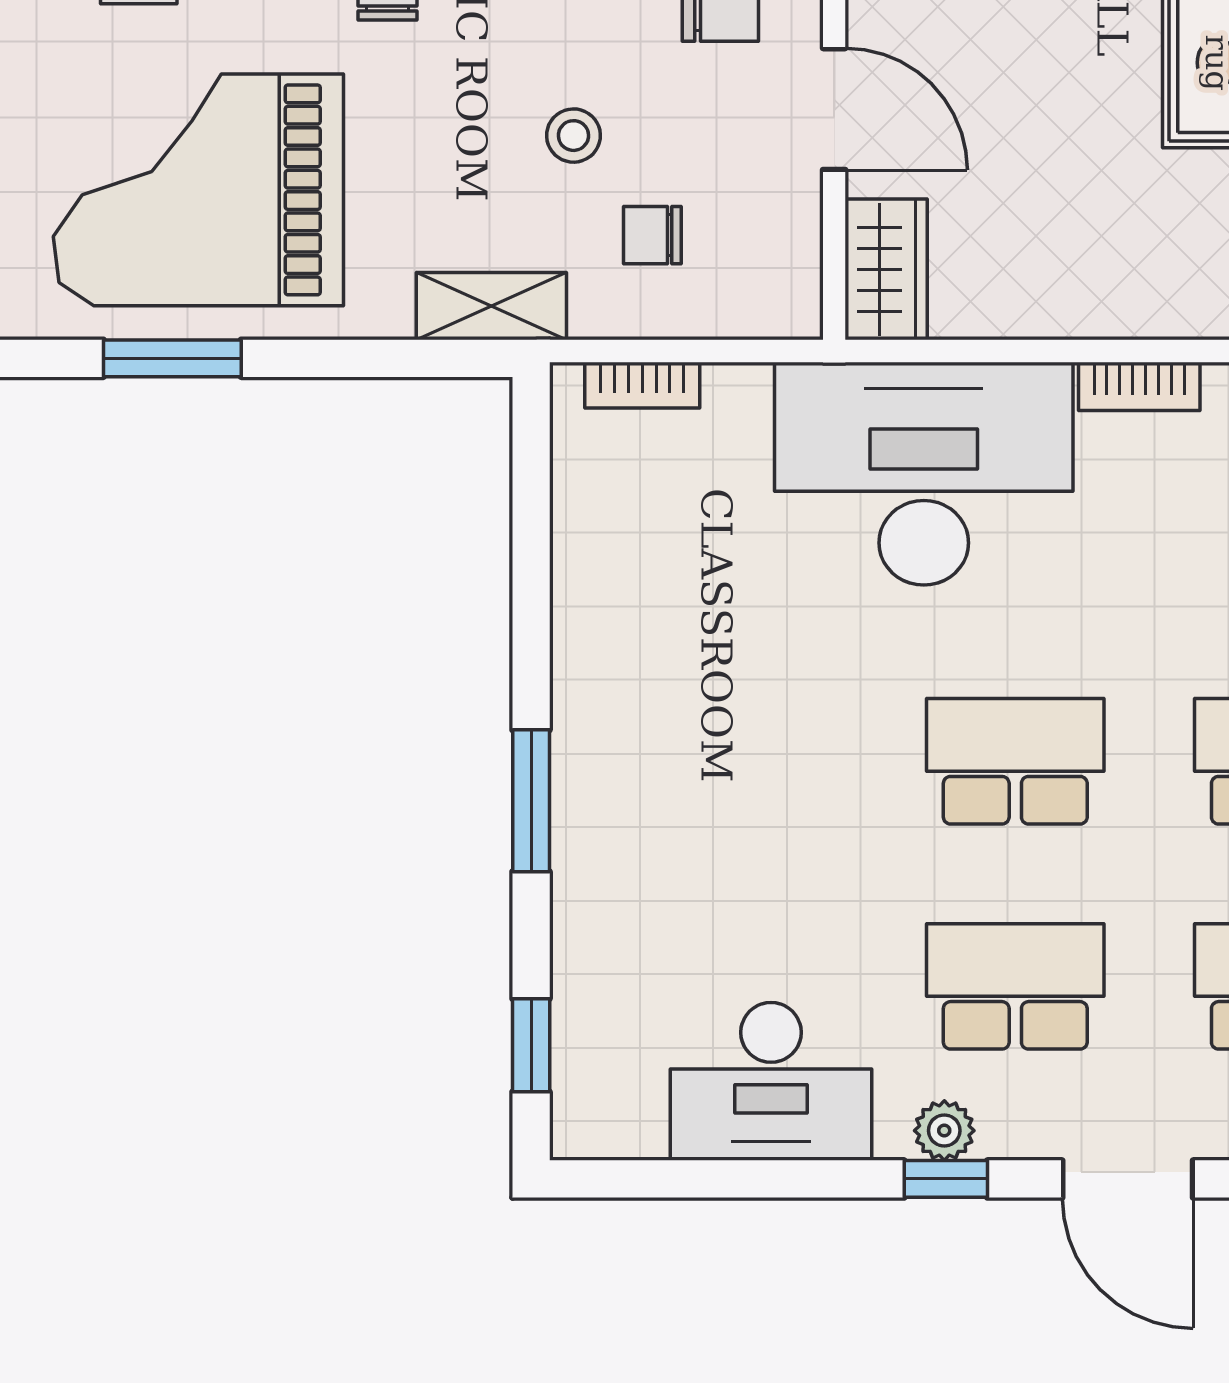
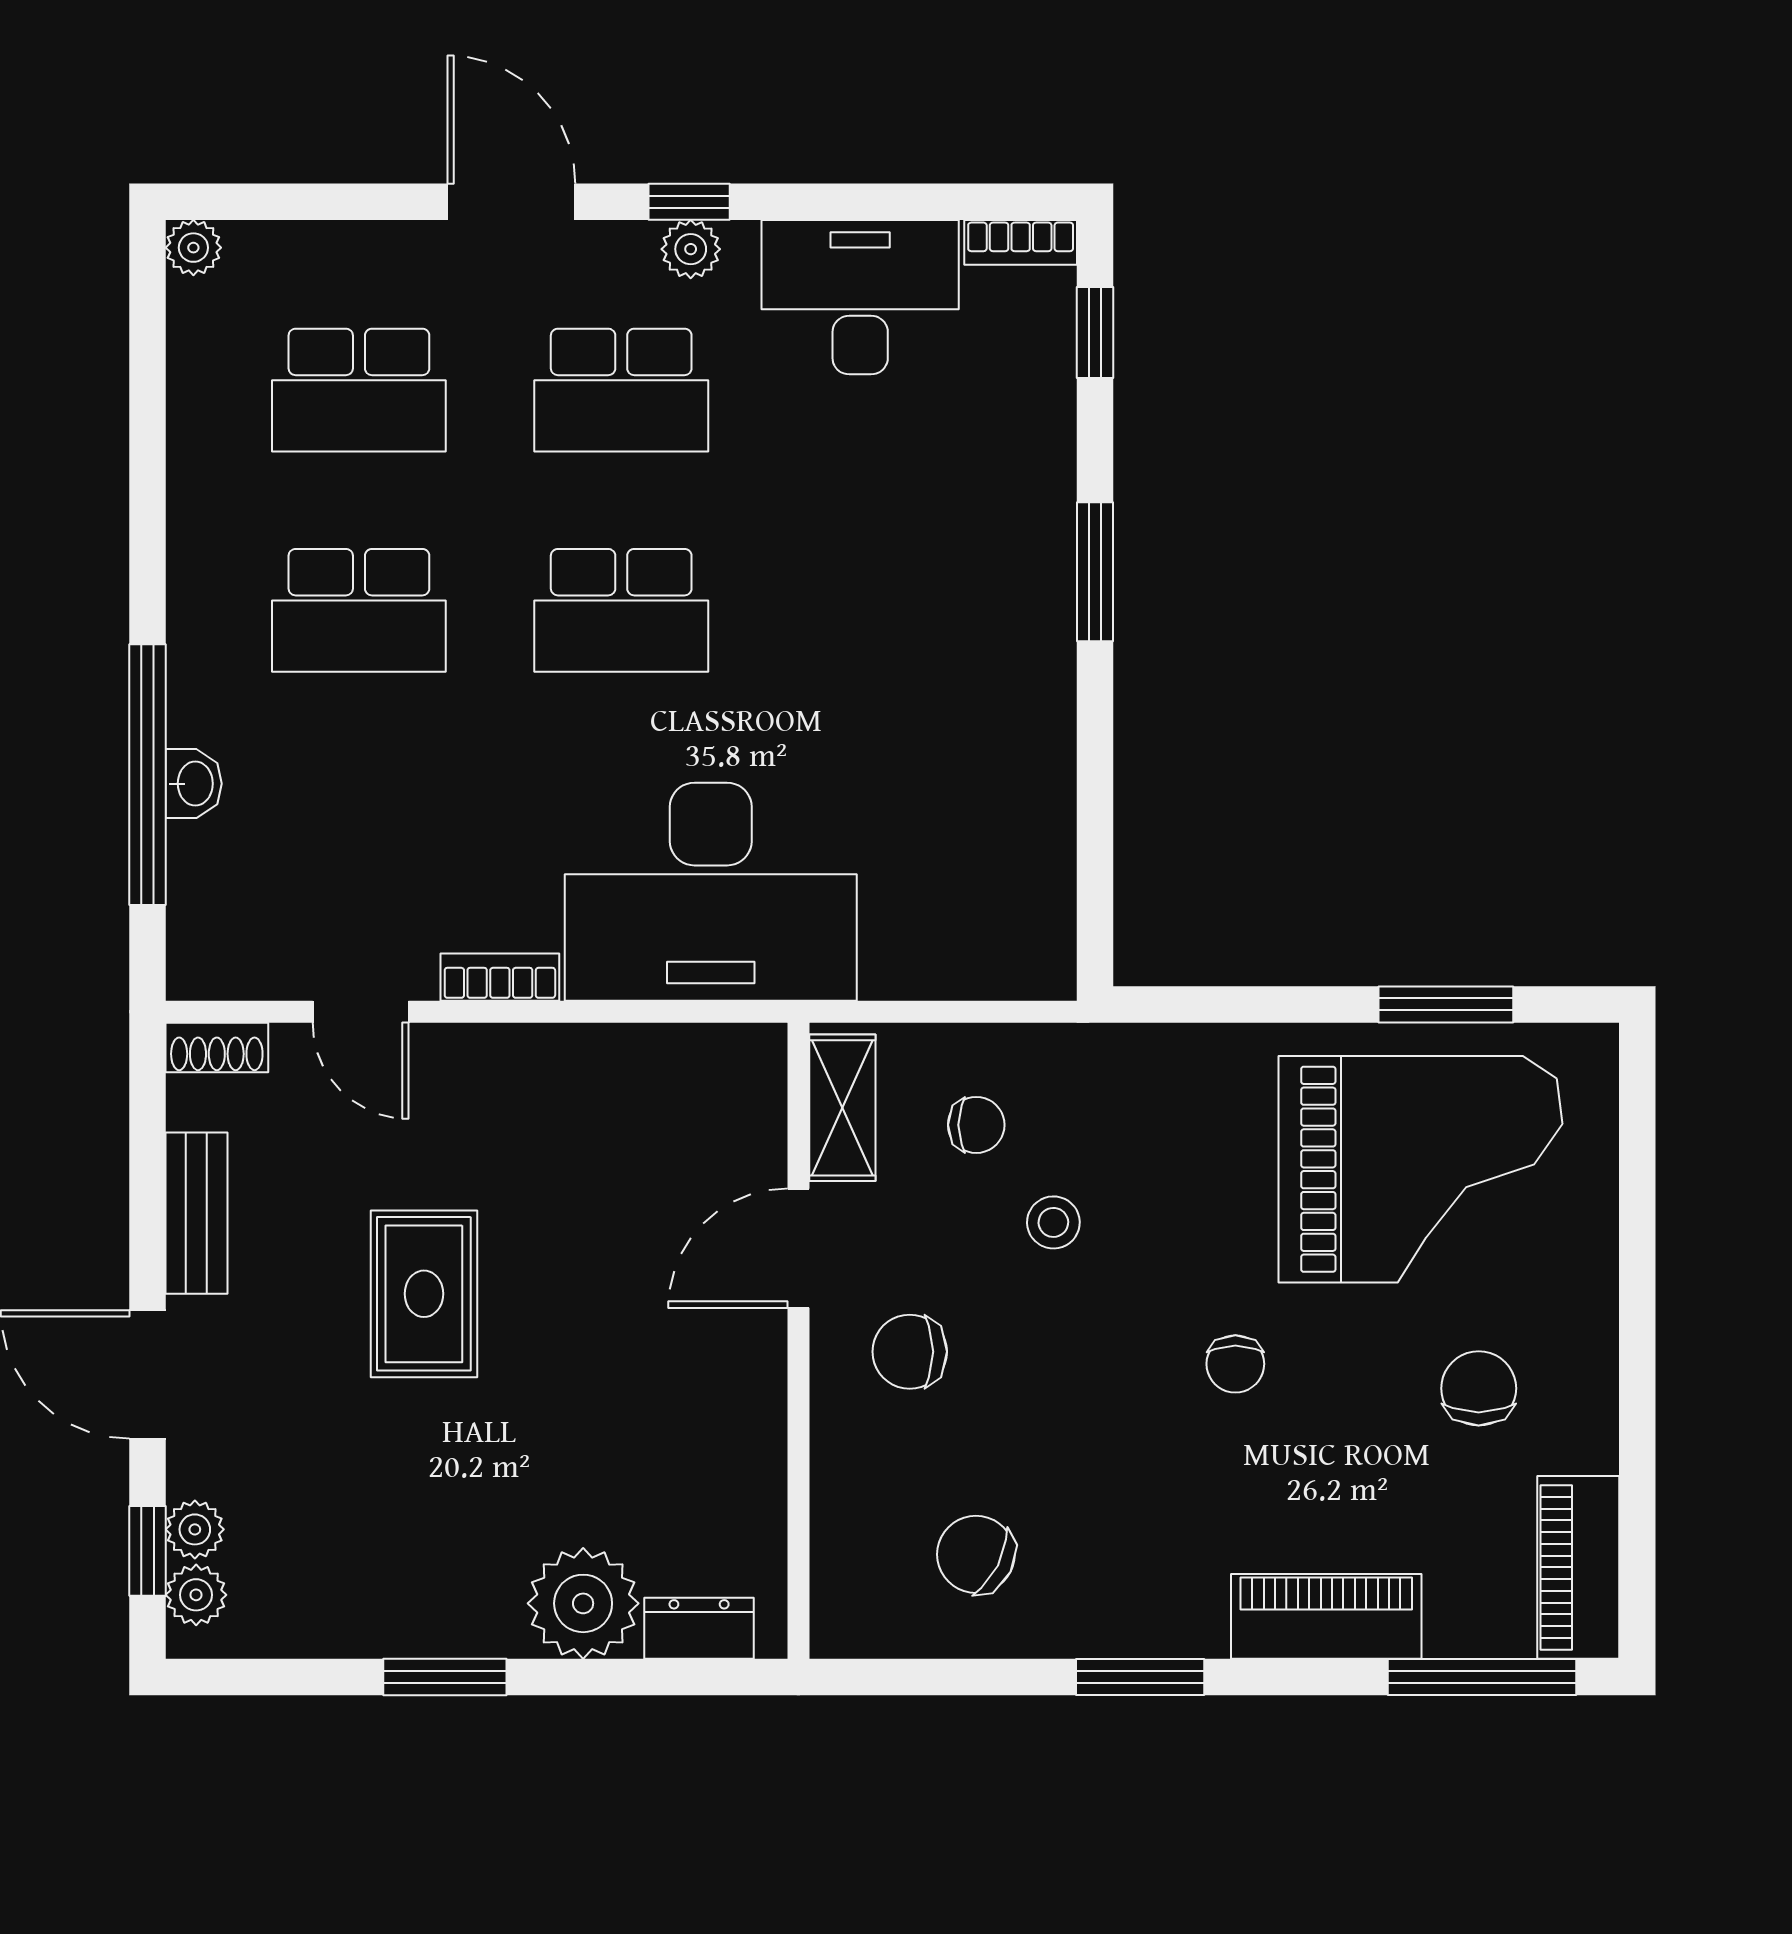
door: (834, 109) -> (798, 1248), hinge flipped
wardrobe: (886, 269) -> (748, 1091), removed
shelving: (491, 306) -> (842, 1108), moved, turned 90
bookcase: (642, 385) -> (1021, 242), moved, turned 180

